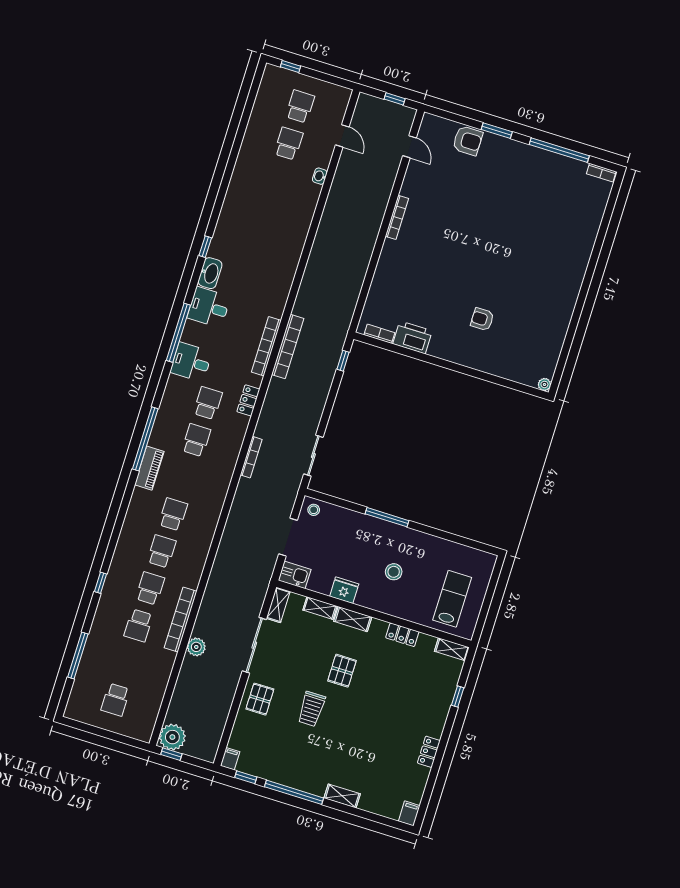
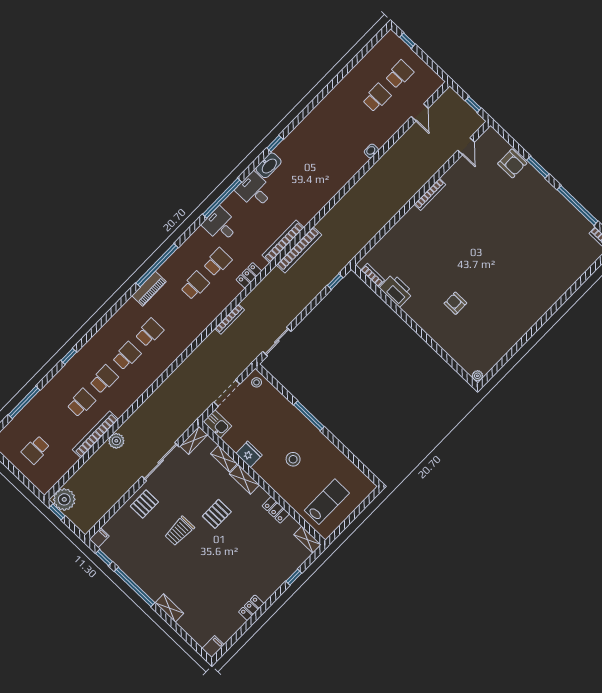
washbasin: (320, 176) -> (371, 151), moved
bookcase: (180, 619) -> (95, 434), moved
school desk: (138, 626) -> (81, 403), turned 180

